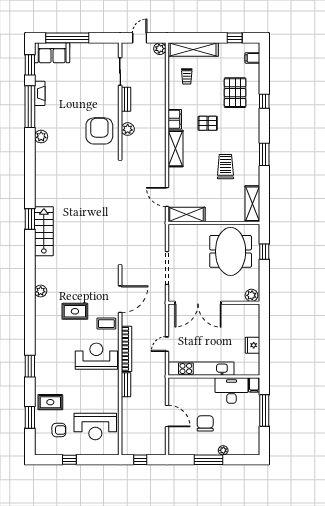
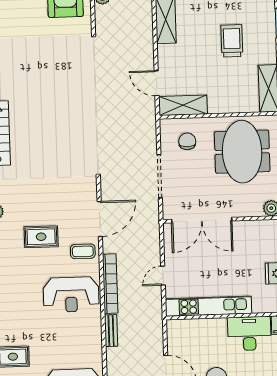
chair: (189, 242) -> (187, 141), added
reception desk: (96, 356) -> (71, 295), turned 180

